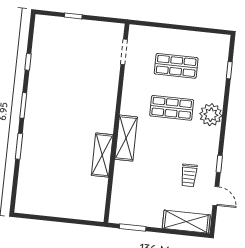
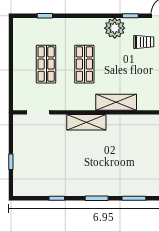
plant: (211, 115) -> (115, 28), moved
shelving: (102, 155) -> (86, 122), moved

